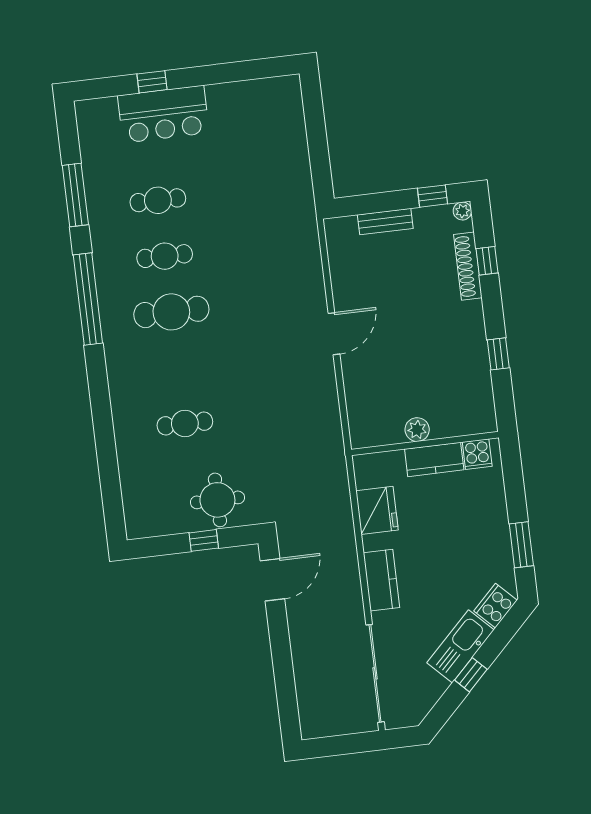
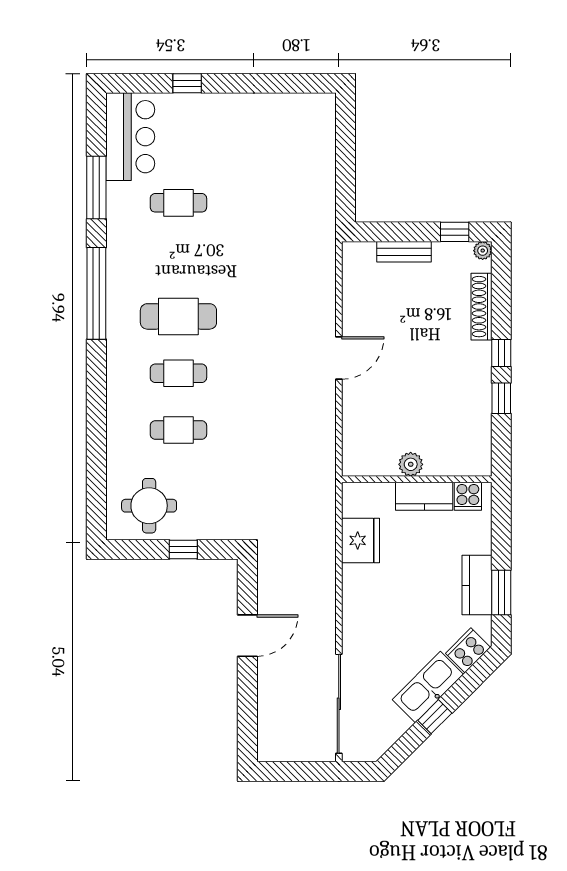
bar counter: (163, 114) -> (130, 137), moved, turned -90
cafe table: (165, 256) -> (178, 373), moved
window: (487, 261) -> (501, 353), moved
round table: (217, 500) -> (149, 506), moved
door: (272, 580) -> (247, 636), moved
kitchen counter: (381, 580) -> (477, 585), moved, turned 180

